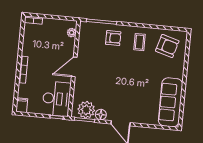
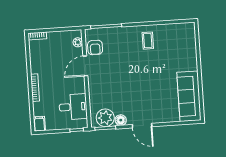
armchair: (113, 38) -> (95, 47), moved, turned 90
armchair: (167, 46) -> (176, 40), removed
door: (74, 67) -> (85, 66), moved
desk: (56, 99) -> (73, 107), width x0.73

